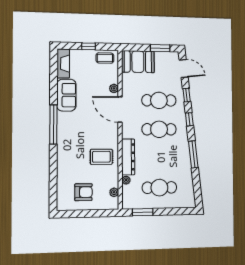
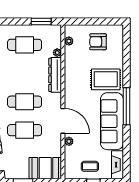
coffee table: (105, 58) -> (90, 166), moved
sofa: (66, 95) -> (112, 121), width x1.85, depth x1.27
rug: (101, 157) -> (106, 79), moved, width x1.36, depth x1.43

